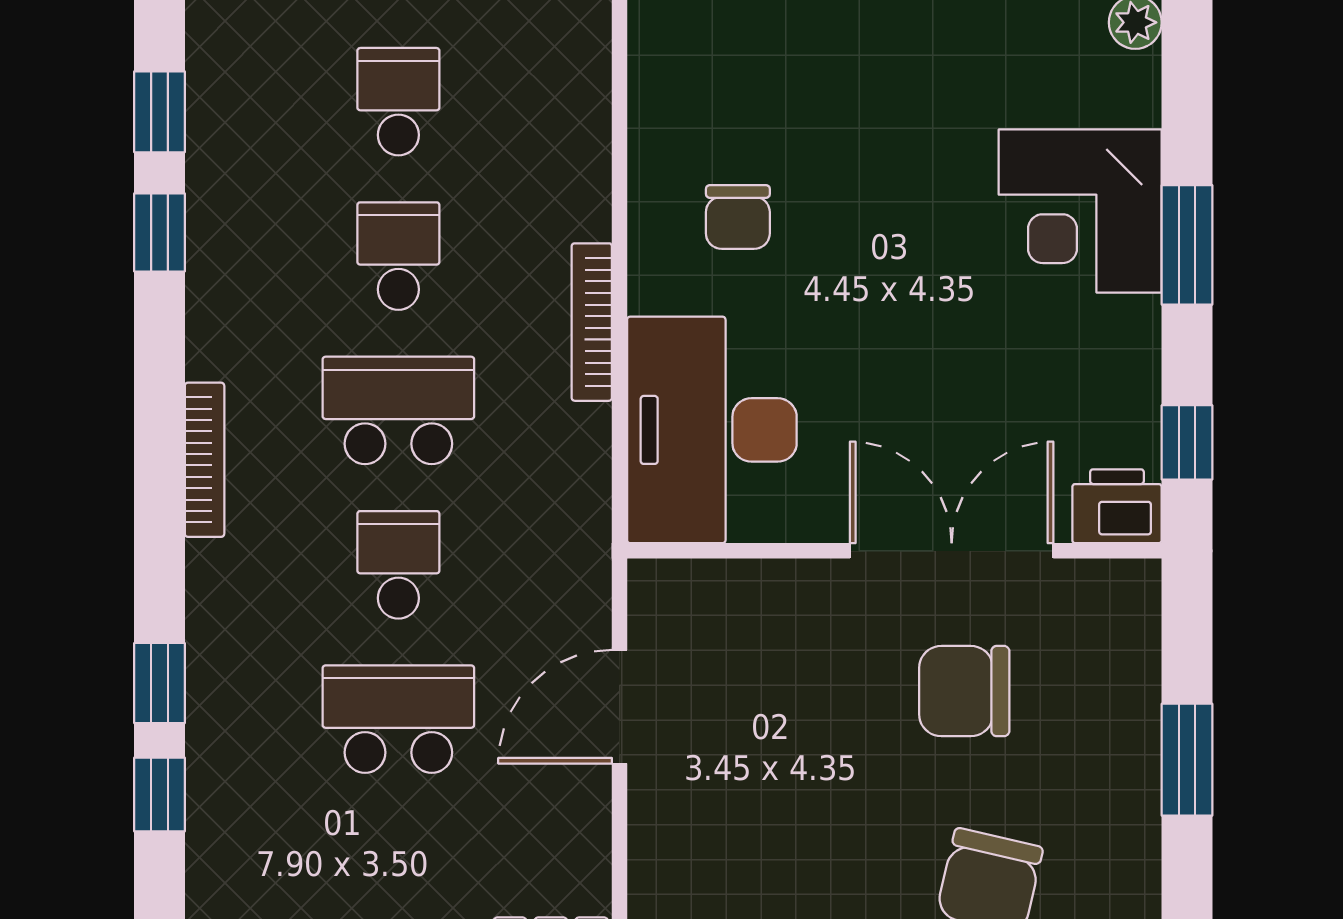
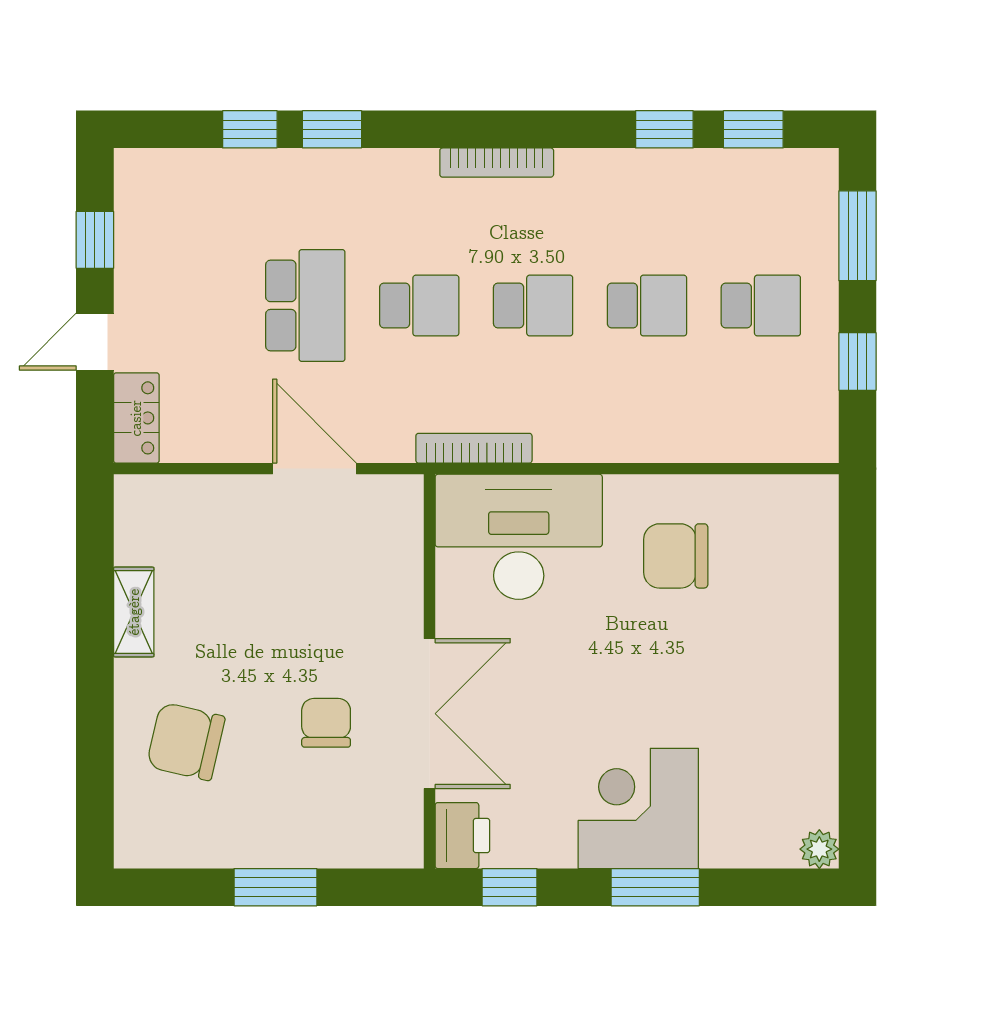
corner desk: (1080, 211) -> (638, 808), moved
chair: (738, 217) -> (676, 556), width x1.37, depth x1.37
bookcase: (592, 322) -> (474, 448), moved
school desk: (398, 410) -> (533, 306), width x0.54
chair: (964, 691) -> (326, 723), width x0.73, depth x0.73

